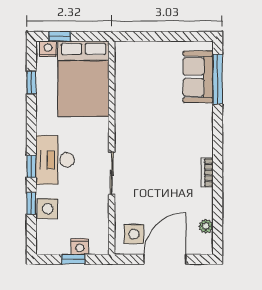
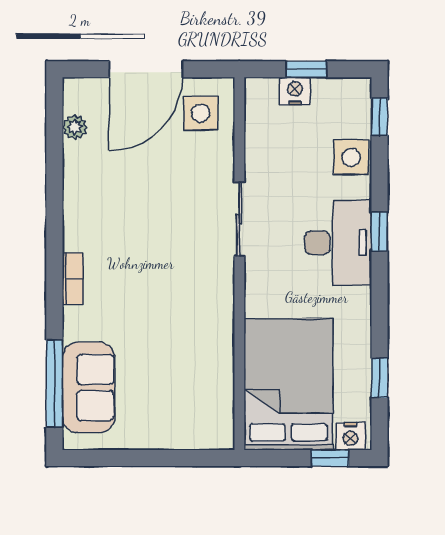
bookcase: (207, 172) -> (73, 279), moved
window: (31, 203) -> (380, 117), moved

